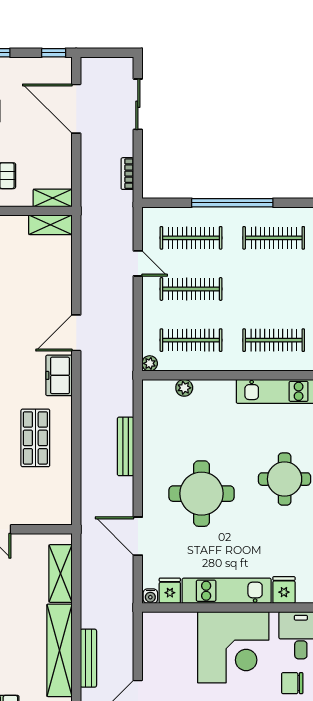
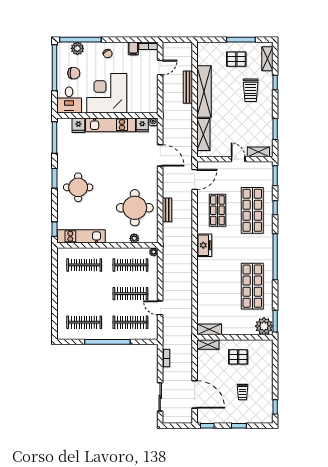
door: (76, 333) -> (195, 179), moved
bench: (126, 446) -> (167, 210), width x0.73
round table: (201, 494) -> (135, 208), moved

